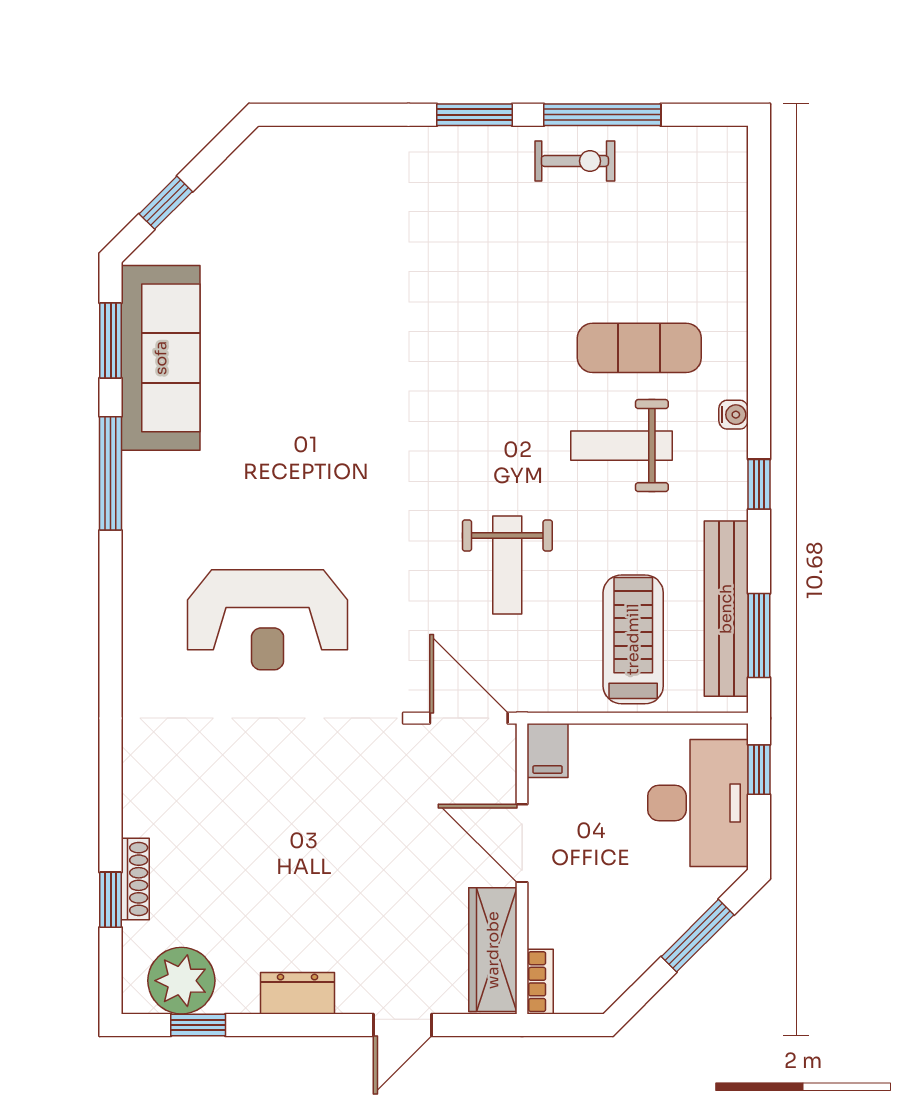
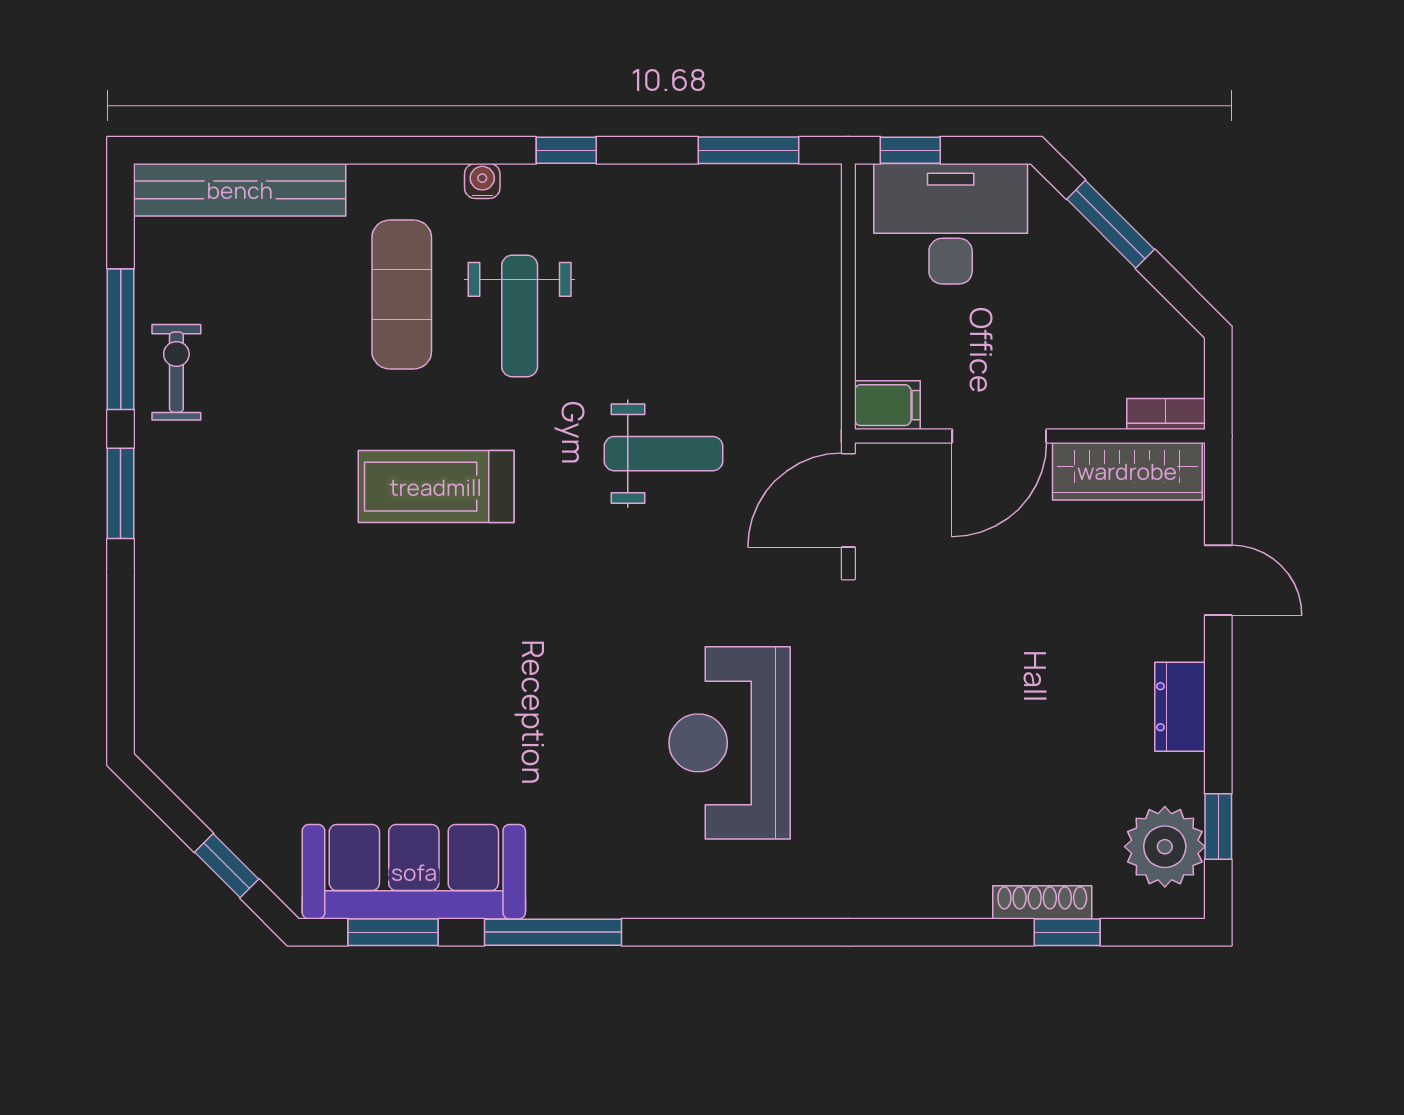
bench: (726, 609) -> (240, 190), moved
reception desk: (268, 620) -> (730, 743), turned 180
treadmill: (633, 639) -> (436, 487), moved

